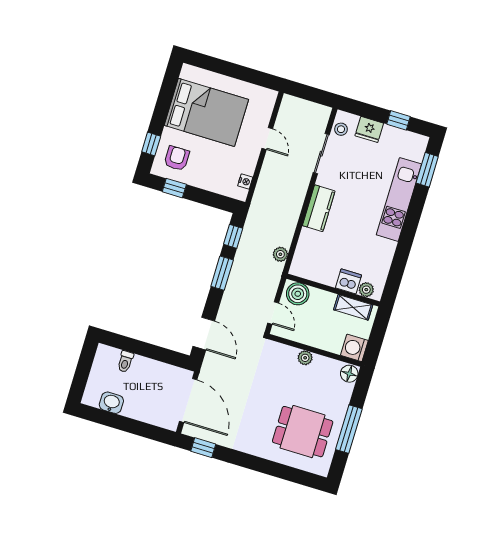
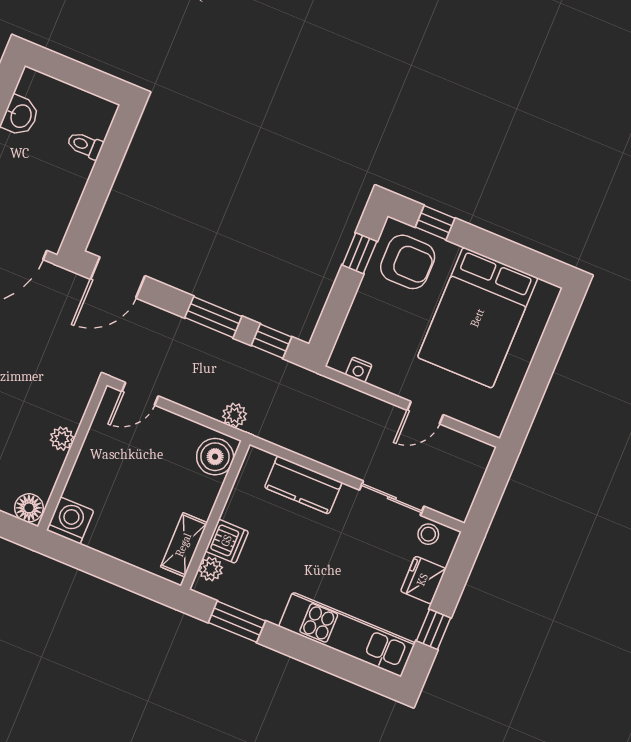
armchair: (177, 158) -> (408, 262), width x1.38, depth x1.38
window: (427, 170) -> (237, 622), moved
kitchen unit: (399, 199) -> (347, 635), moved
dishwasher: (348, 281) -> (227, 541), moved
wall: (333, 290) -> (215, 515), moved
plant: (366, 290) -> (211, 569), moved
boiler: (298, 294) -> (215, 457), moved
shelving: (353, 307) -> (184, 545), moved

